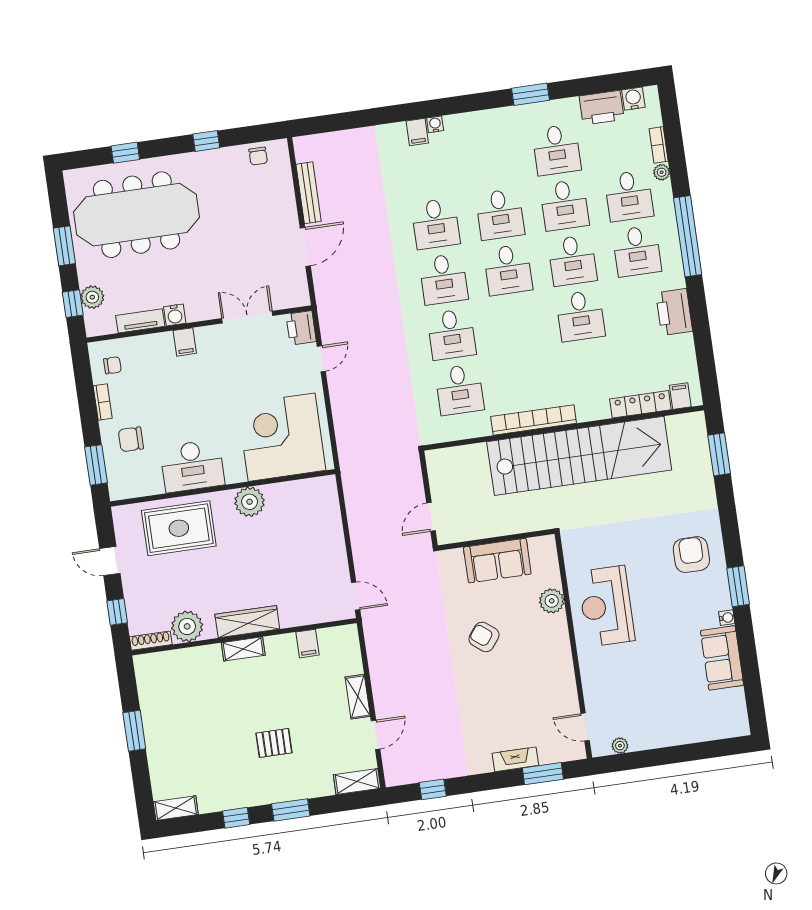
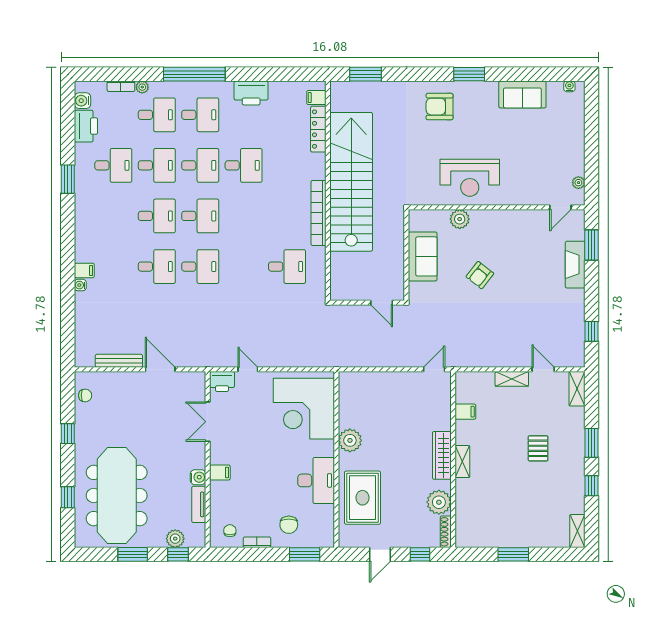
water cooler: (435, 124) -> (80, 285), moved
desk: (452, 334) -> (244, 267), removed
water cooler: (727, 618) -> (569, 86), moved
fireplace: (515, 759) -> (575, 265), width x1.37, depth x1.32

